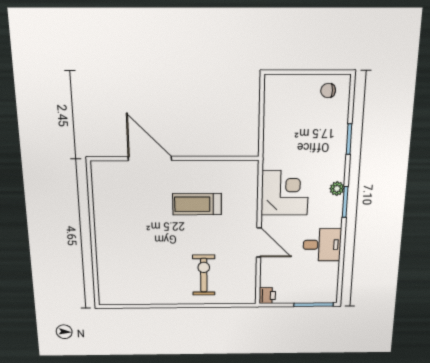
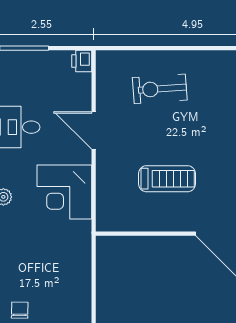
chair: (328, 91) -> (20, 310), turned -89
exercise bike: (204, 275) -> (160, 89), turned 86

